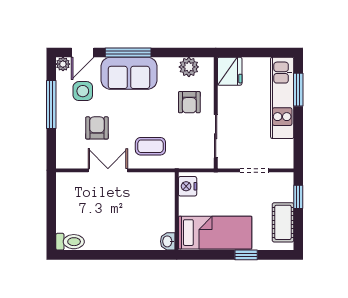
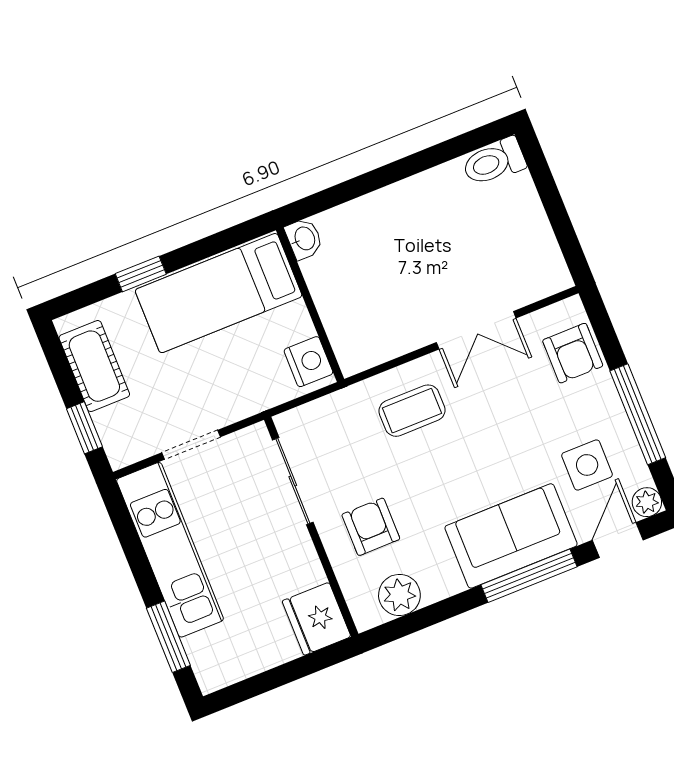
kitchen unit: (282, 98) -> (170, 550), moved
armchair: (97, 128) -> (573, 353), moved

